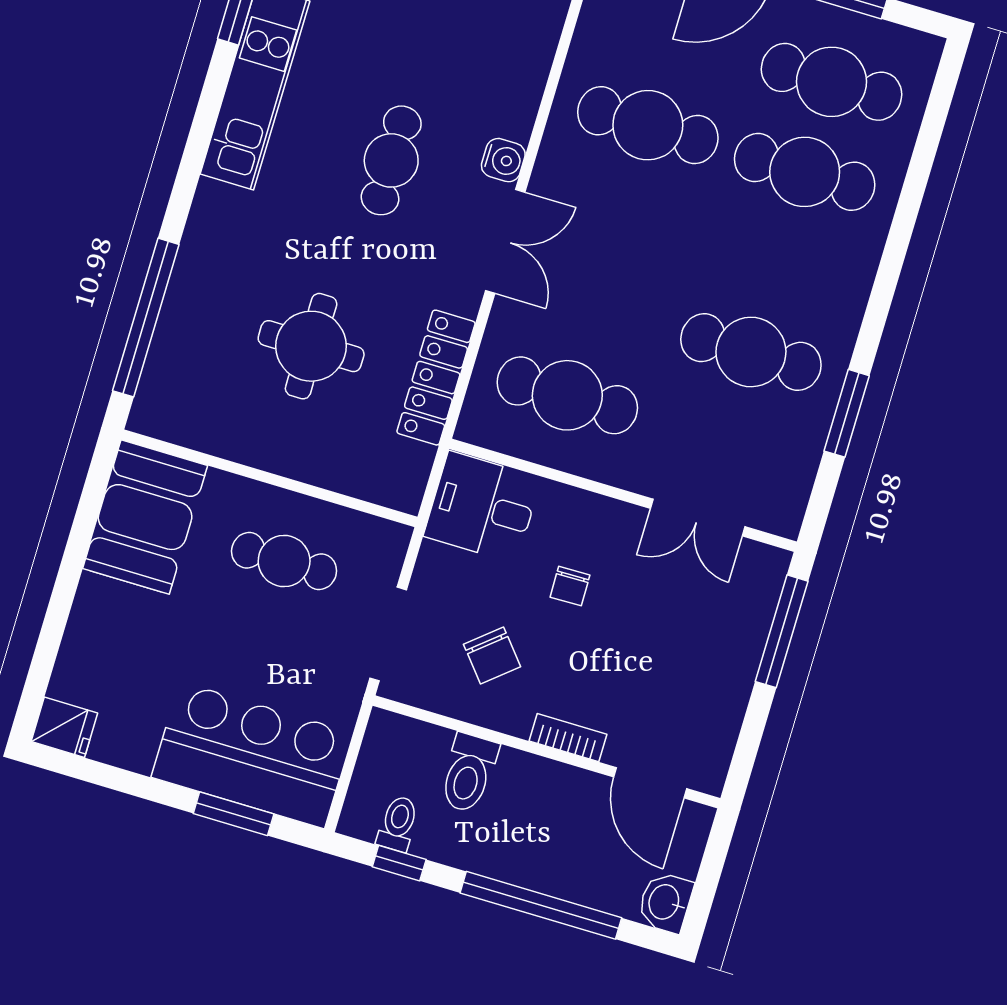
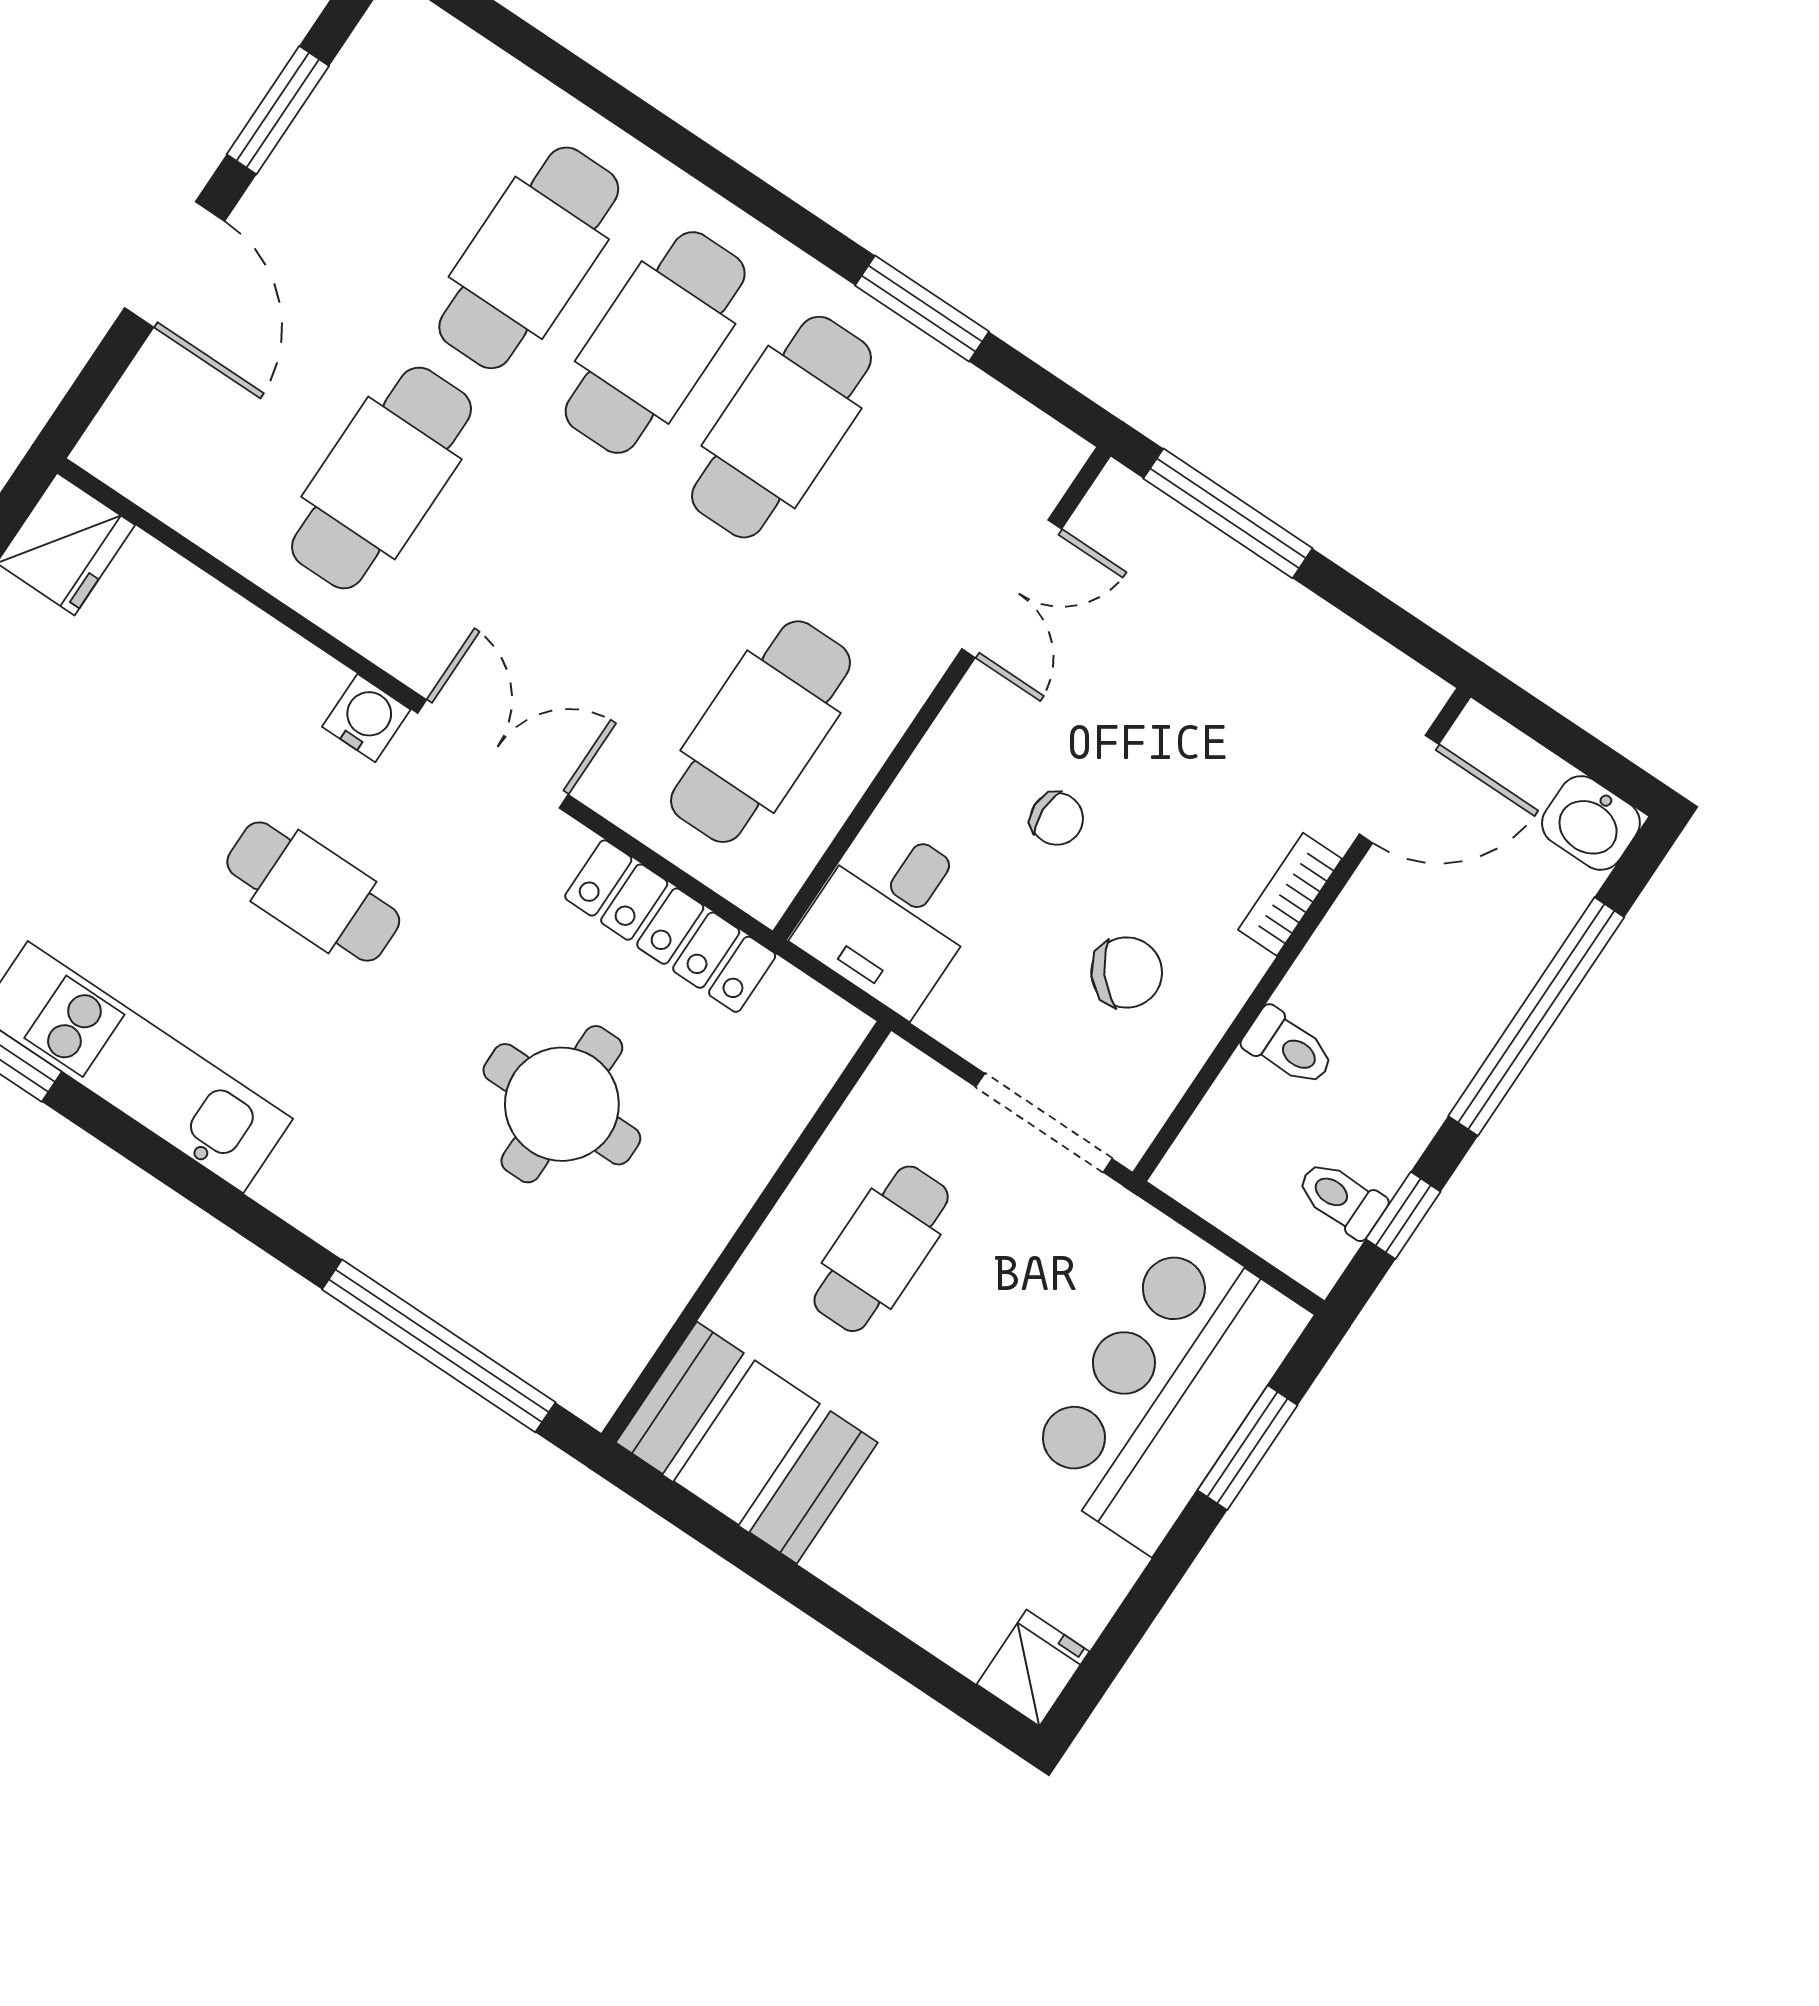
cafe table: (832, 82) -> (655, 342), moved
toilet: (469, 773) -> (1289, 1047), width x0.73, depth x0.72

